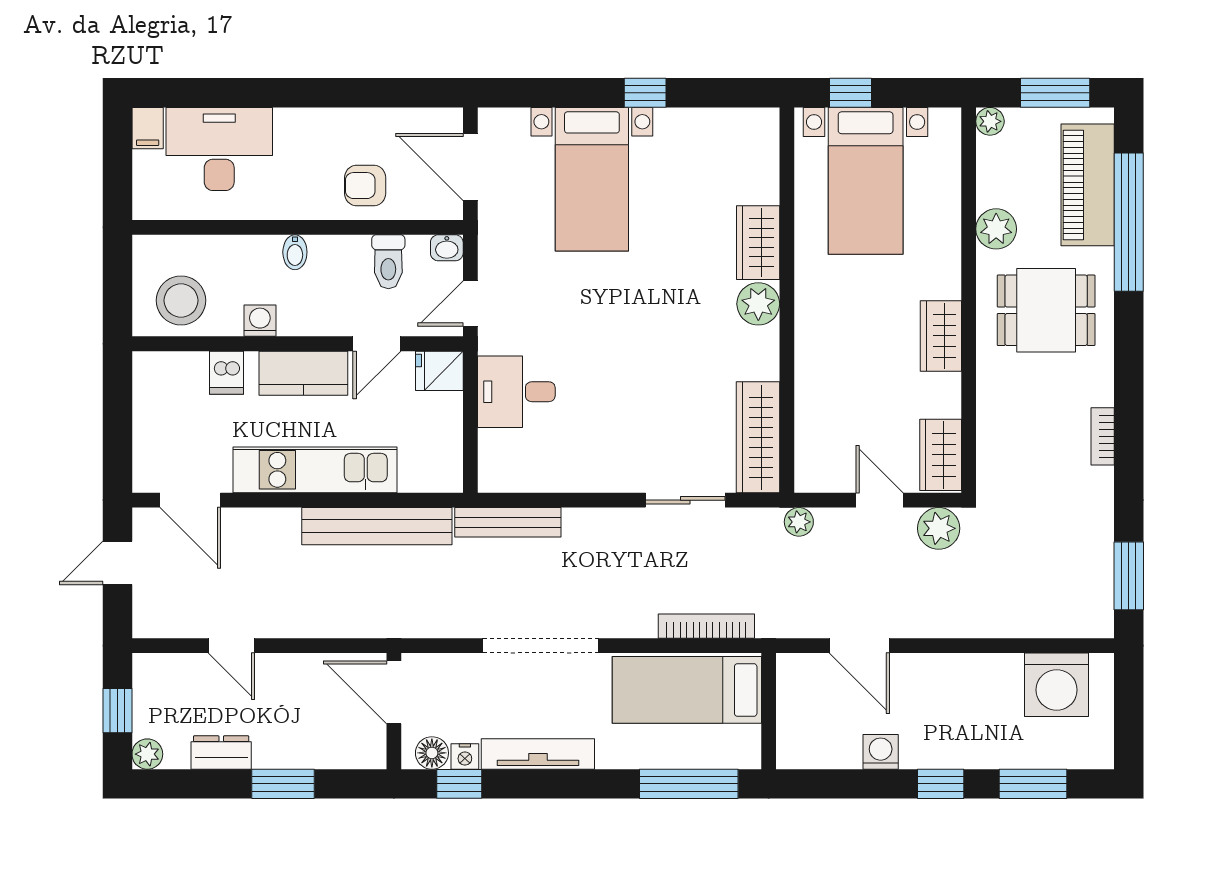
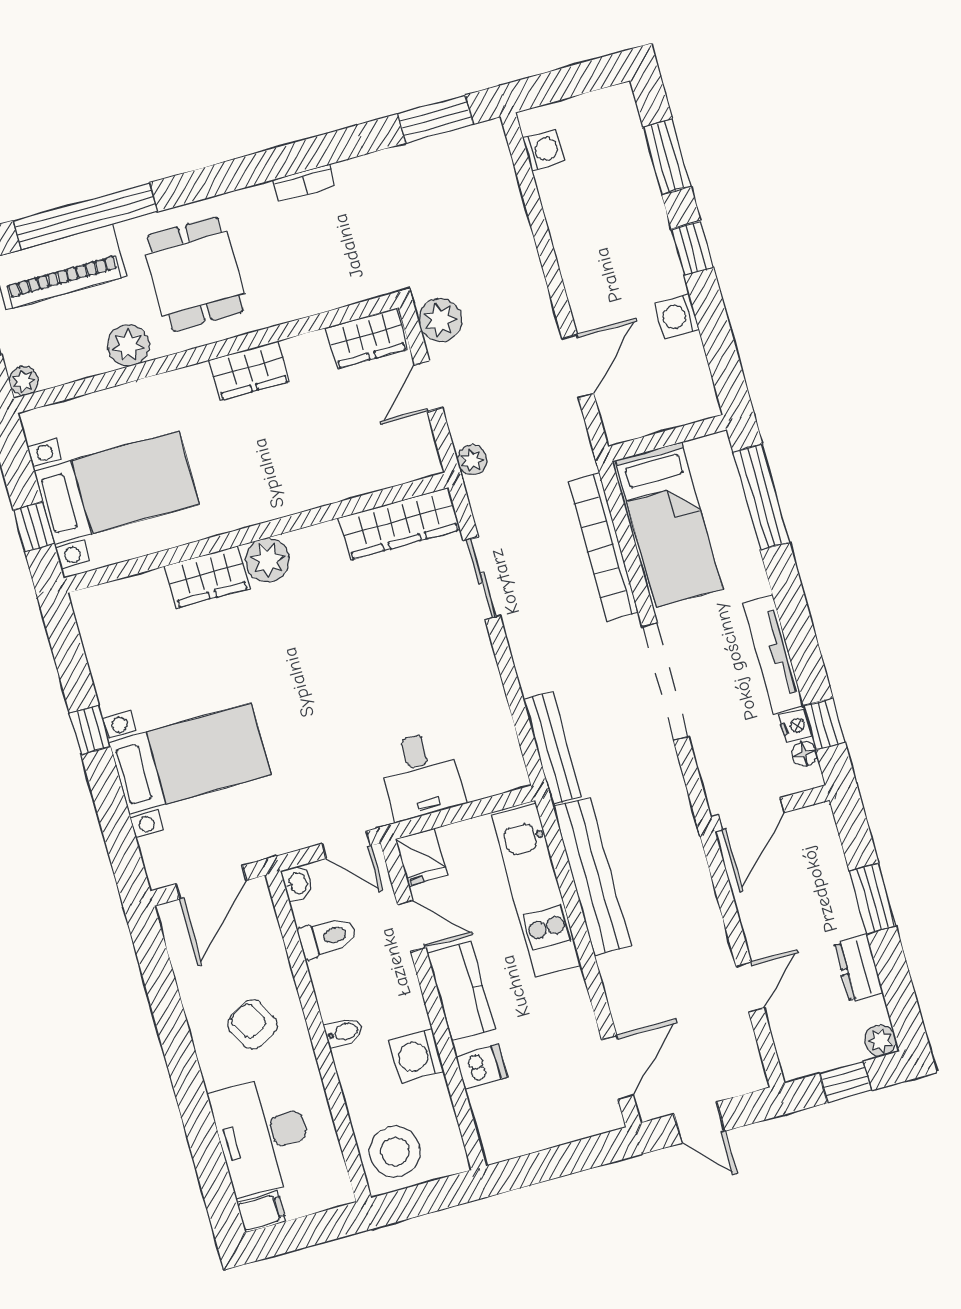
armchair: (365, 186) -> (252, 1024), moved, turned 151
stool: (181, 300) -> (395, 1152), moved
washing machine: (260, 321) -> (417, 1056), width x1.38, depth x1.38
kitchen unit: (315, 470) -> (536, 890), moved
bookcase: (706, 626) -> (603, 547), width x1.48, depth x1.31
washing machine: (1057, 685) -> (544, 150), width x0.53, depth x0.53
floor lamp: (432, 753) -> (804, 754), width x0.73, depth x0.73

